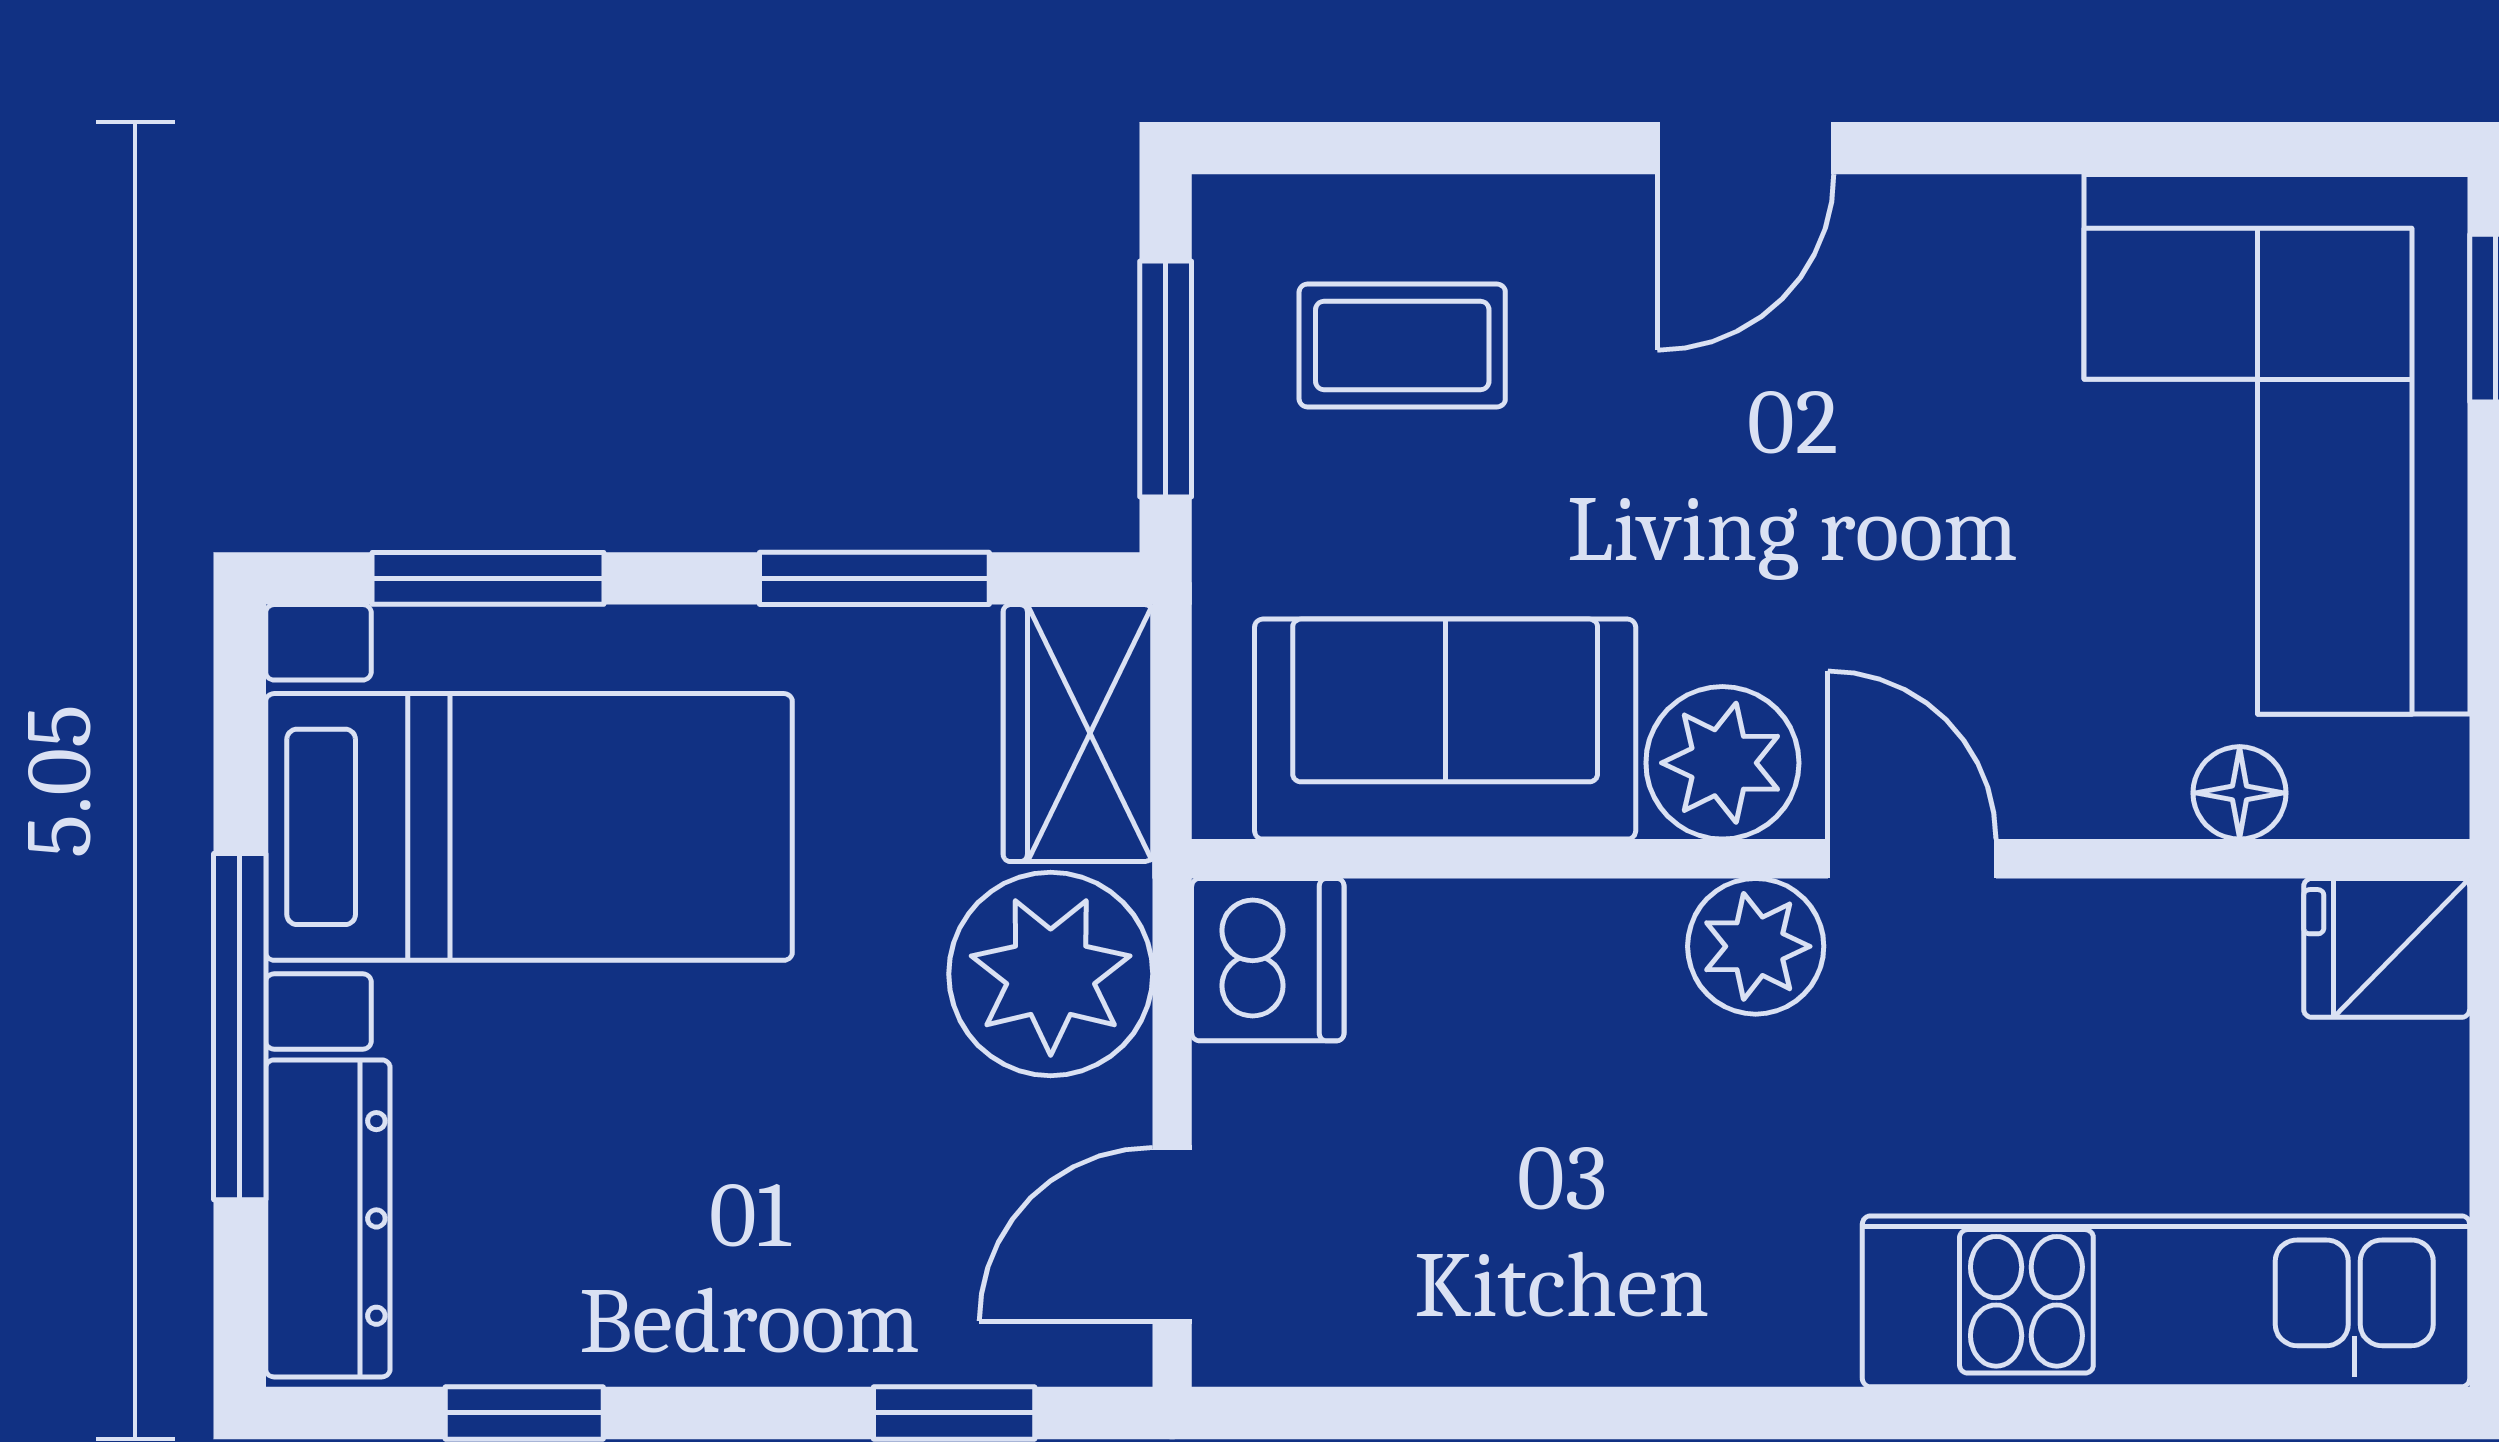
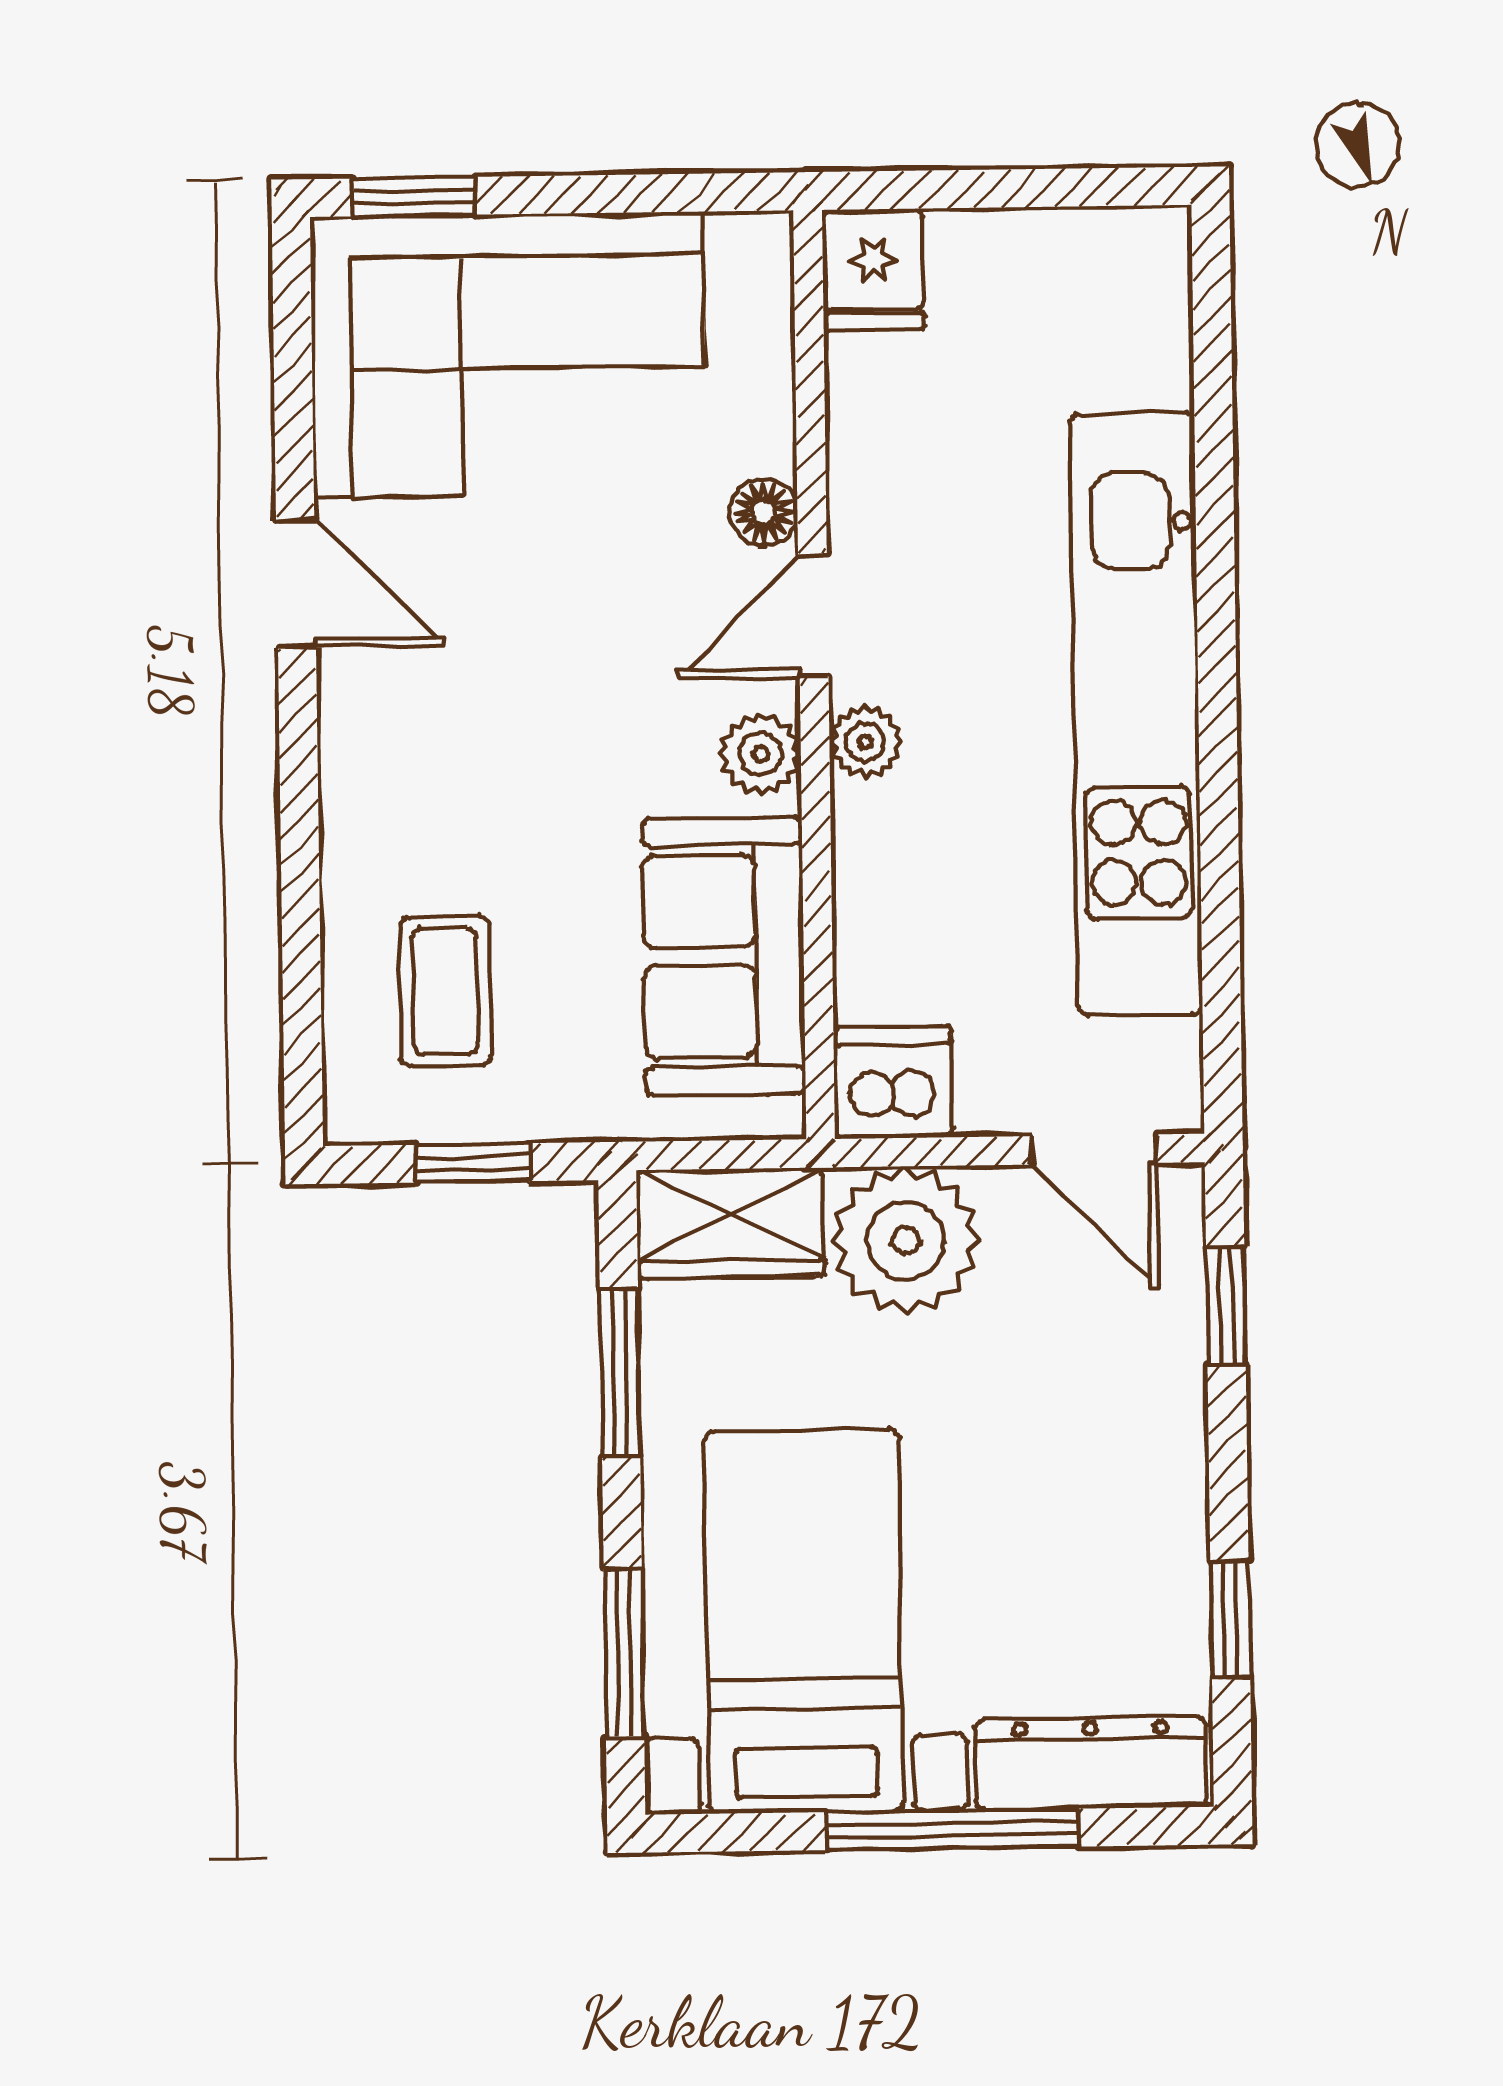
door: (1746, 148) -> (296, 583), moved
window: (1166, 379) -> (472, 1163), width x0.67
plant: (1722, 763) -> (761, 754), width x0.73, depth x0.73
floor lamp: (2240, 793) -> (764, 512), moved
plant: (1756, 946) -> (865, 742), width x0.73, depth x0.73
kitchen unit: (2166, 1301) -> (1136, 714), moved, width x1.36

